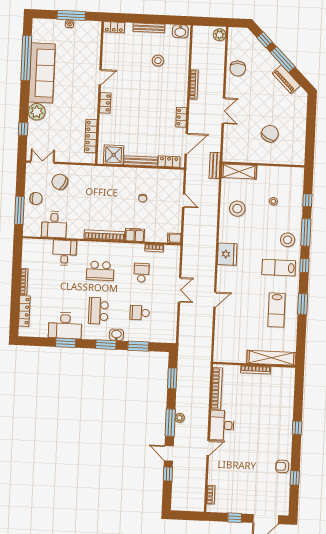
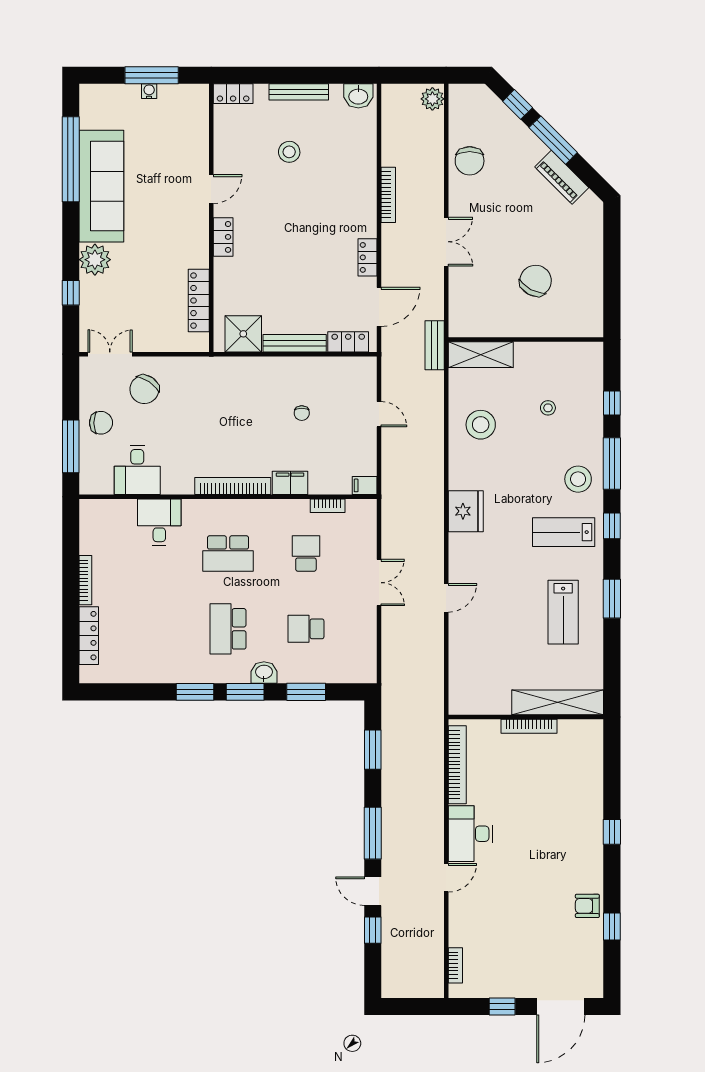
stool: (158, 61) -> (289, 152), moved
chair: (60, 182) -> (144, 389), turned -84
desk: (65, 326) -> (167, 659), removed
window: (66, 343) -> (195, 692), moved
plant: (180, 418) -> (390, 823), removed

